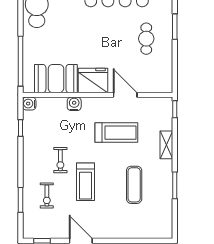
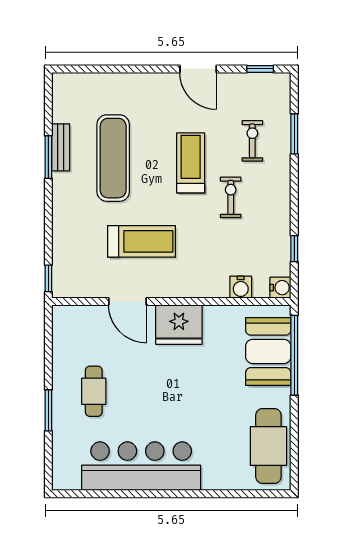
booth: (56, 79) -> (268, 351), moved, turned 90
water cooler: (74, 104) -> (241, 287), moved
treadmill: (116, 133) -> (142, 241), turned 180
shelving: (166, 145) -> (62, 222), removed
exercise mat: (134, 185) -> (113, 158), width x1.36, depth x1.45
bench: (167, 192) -> (61, 147), added

